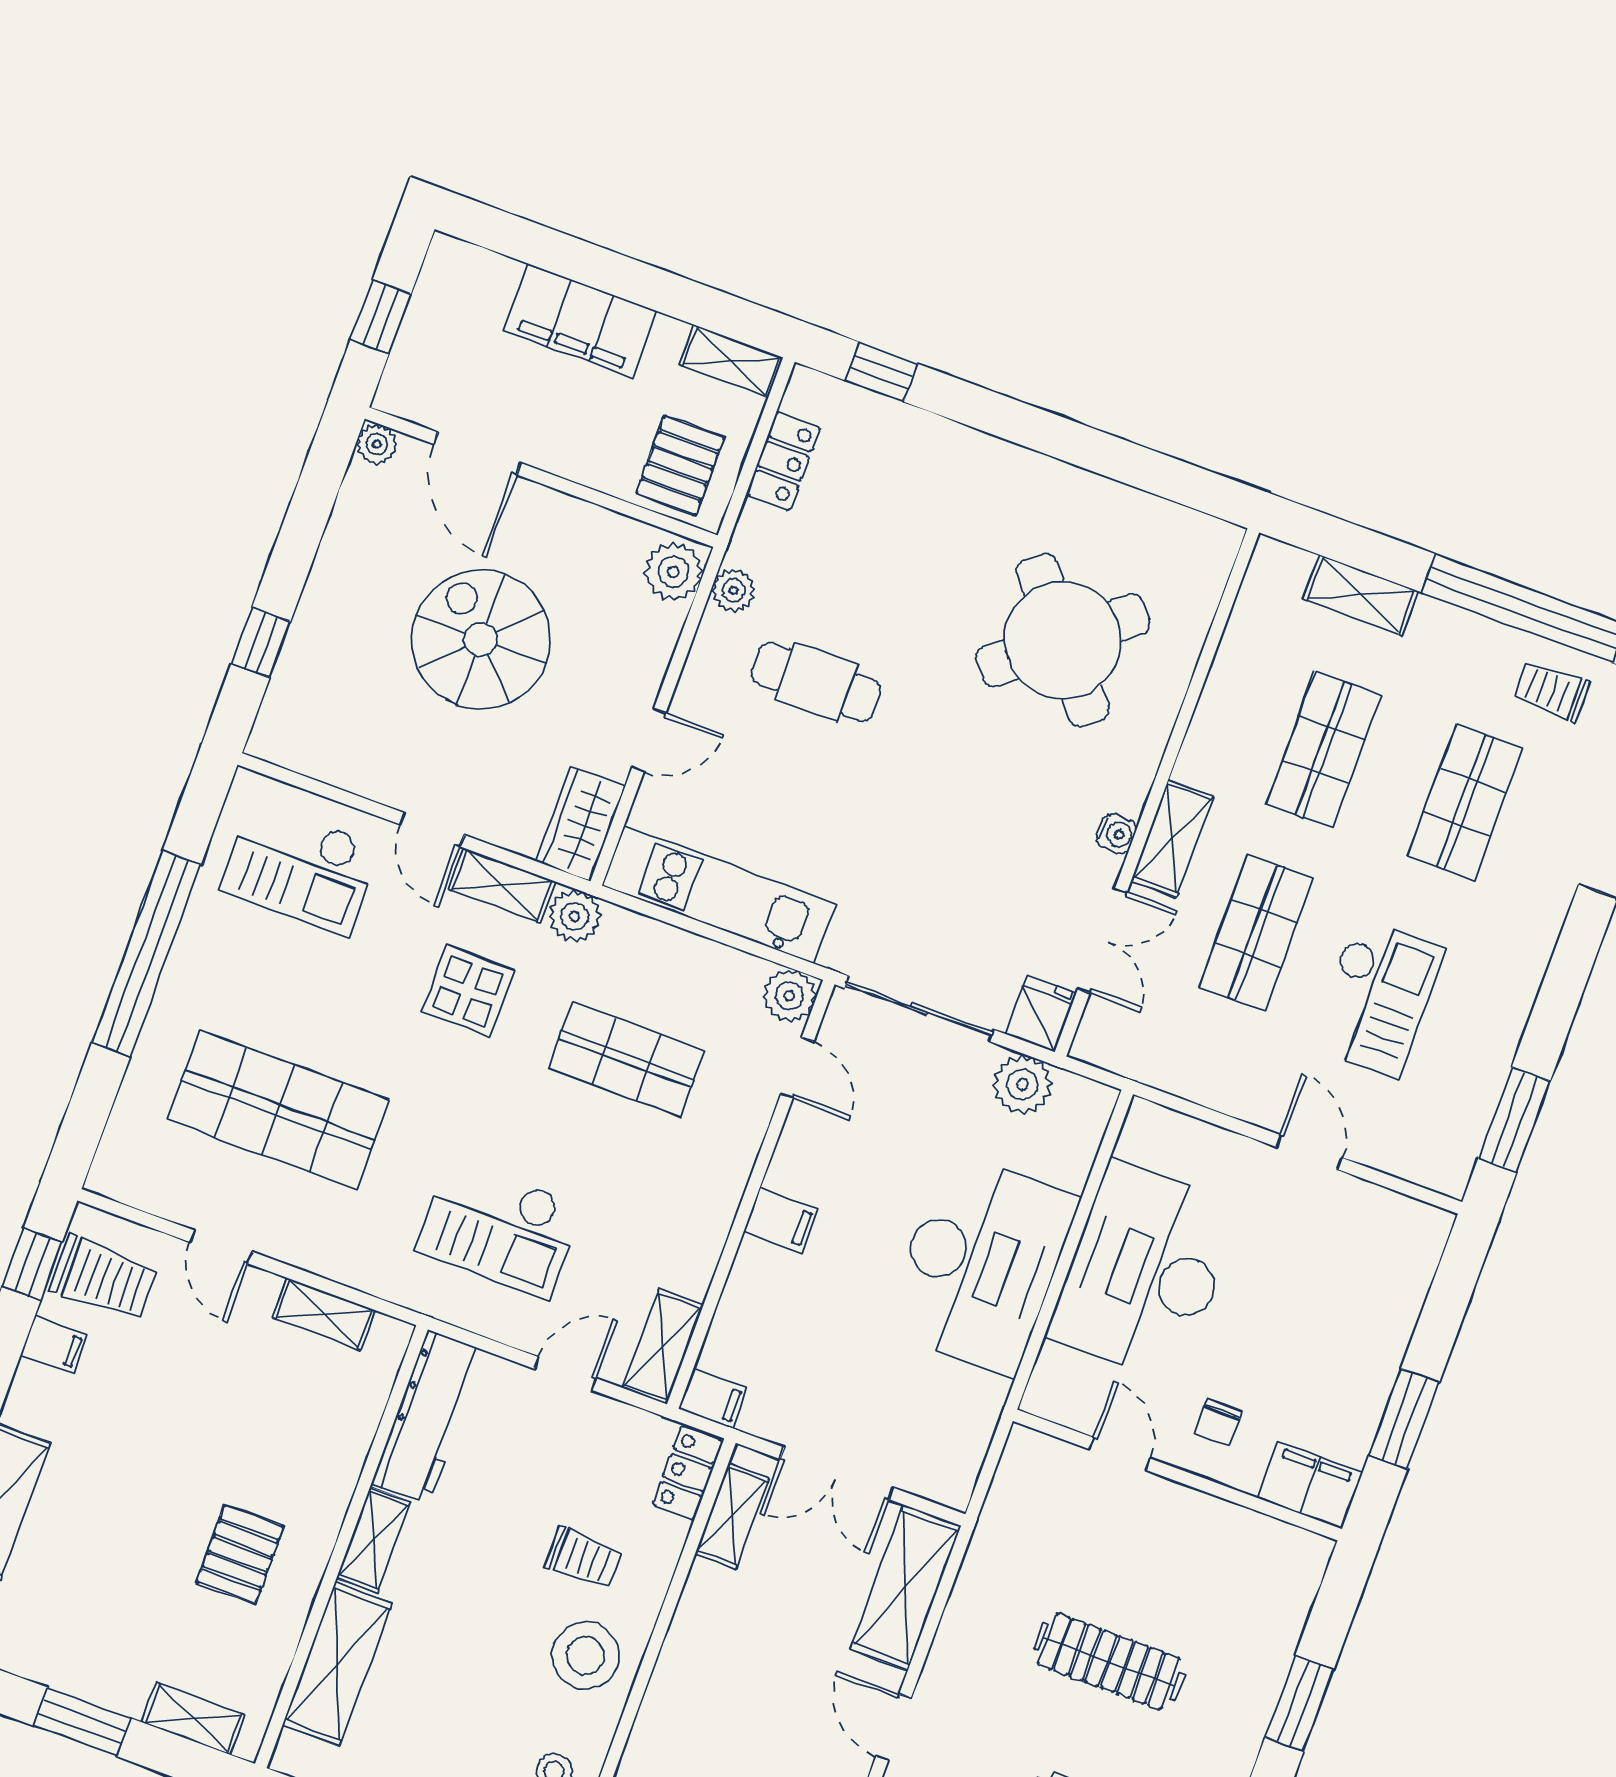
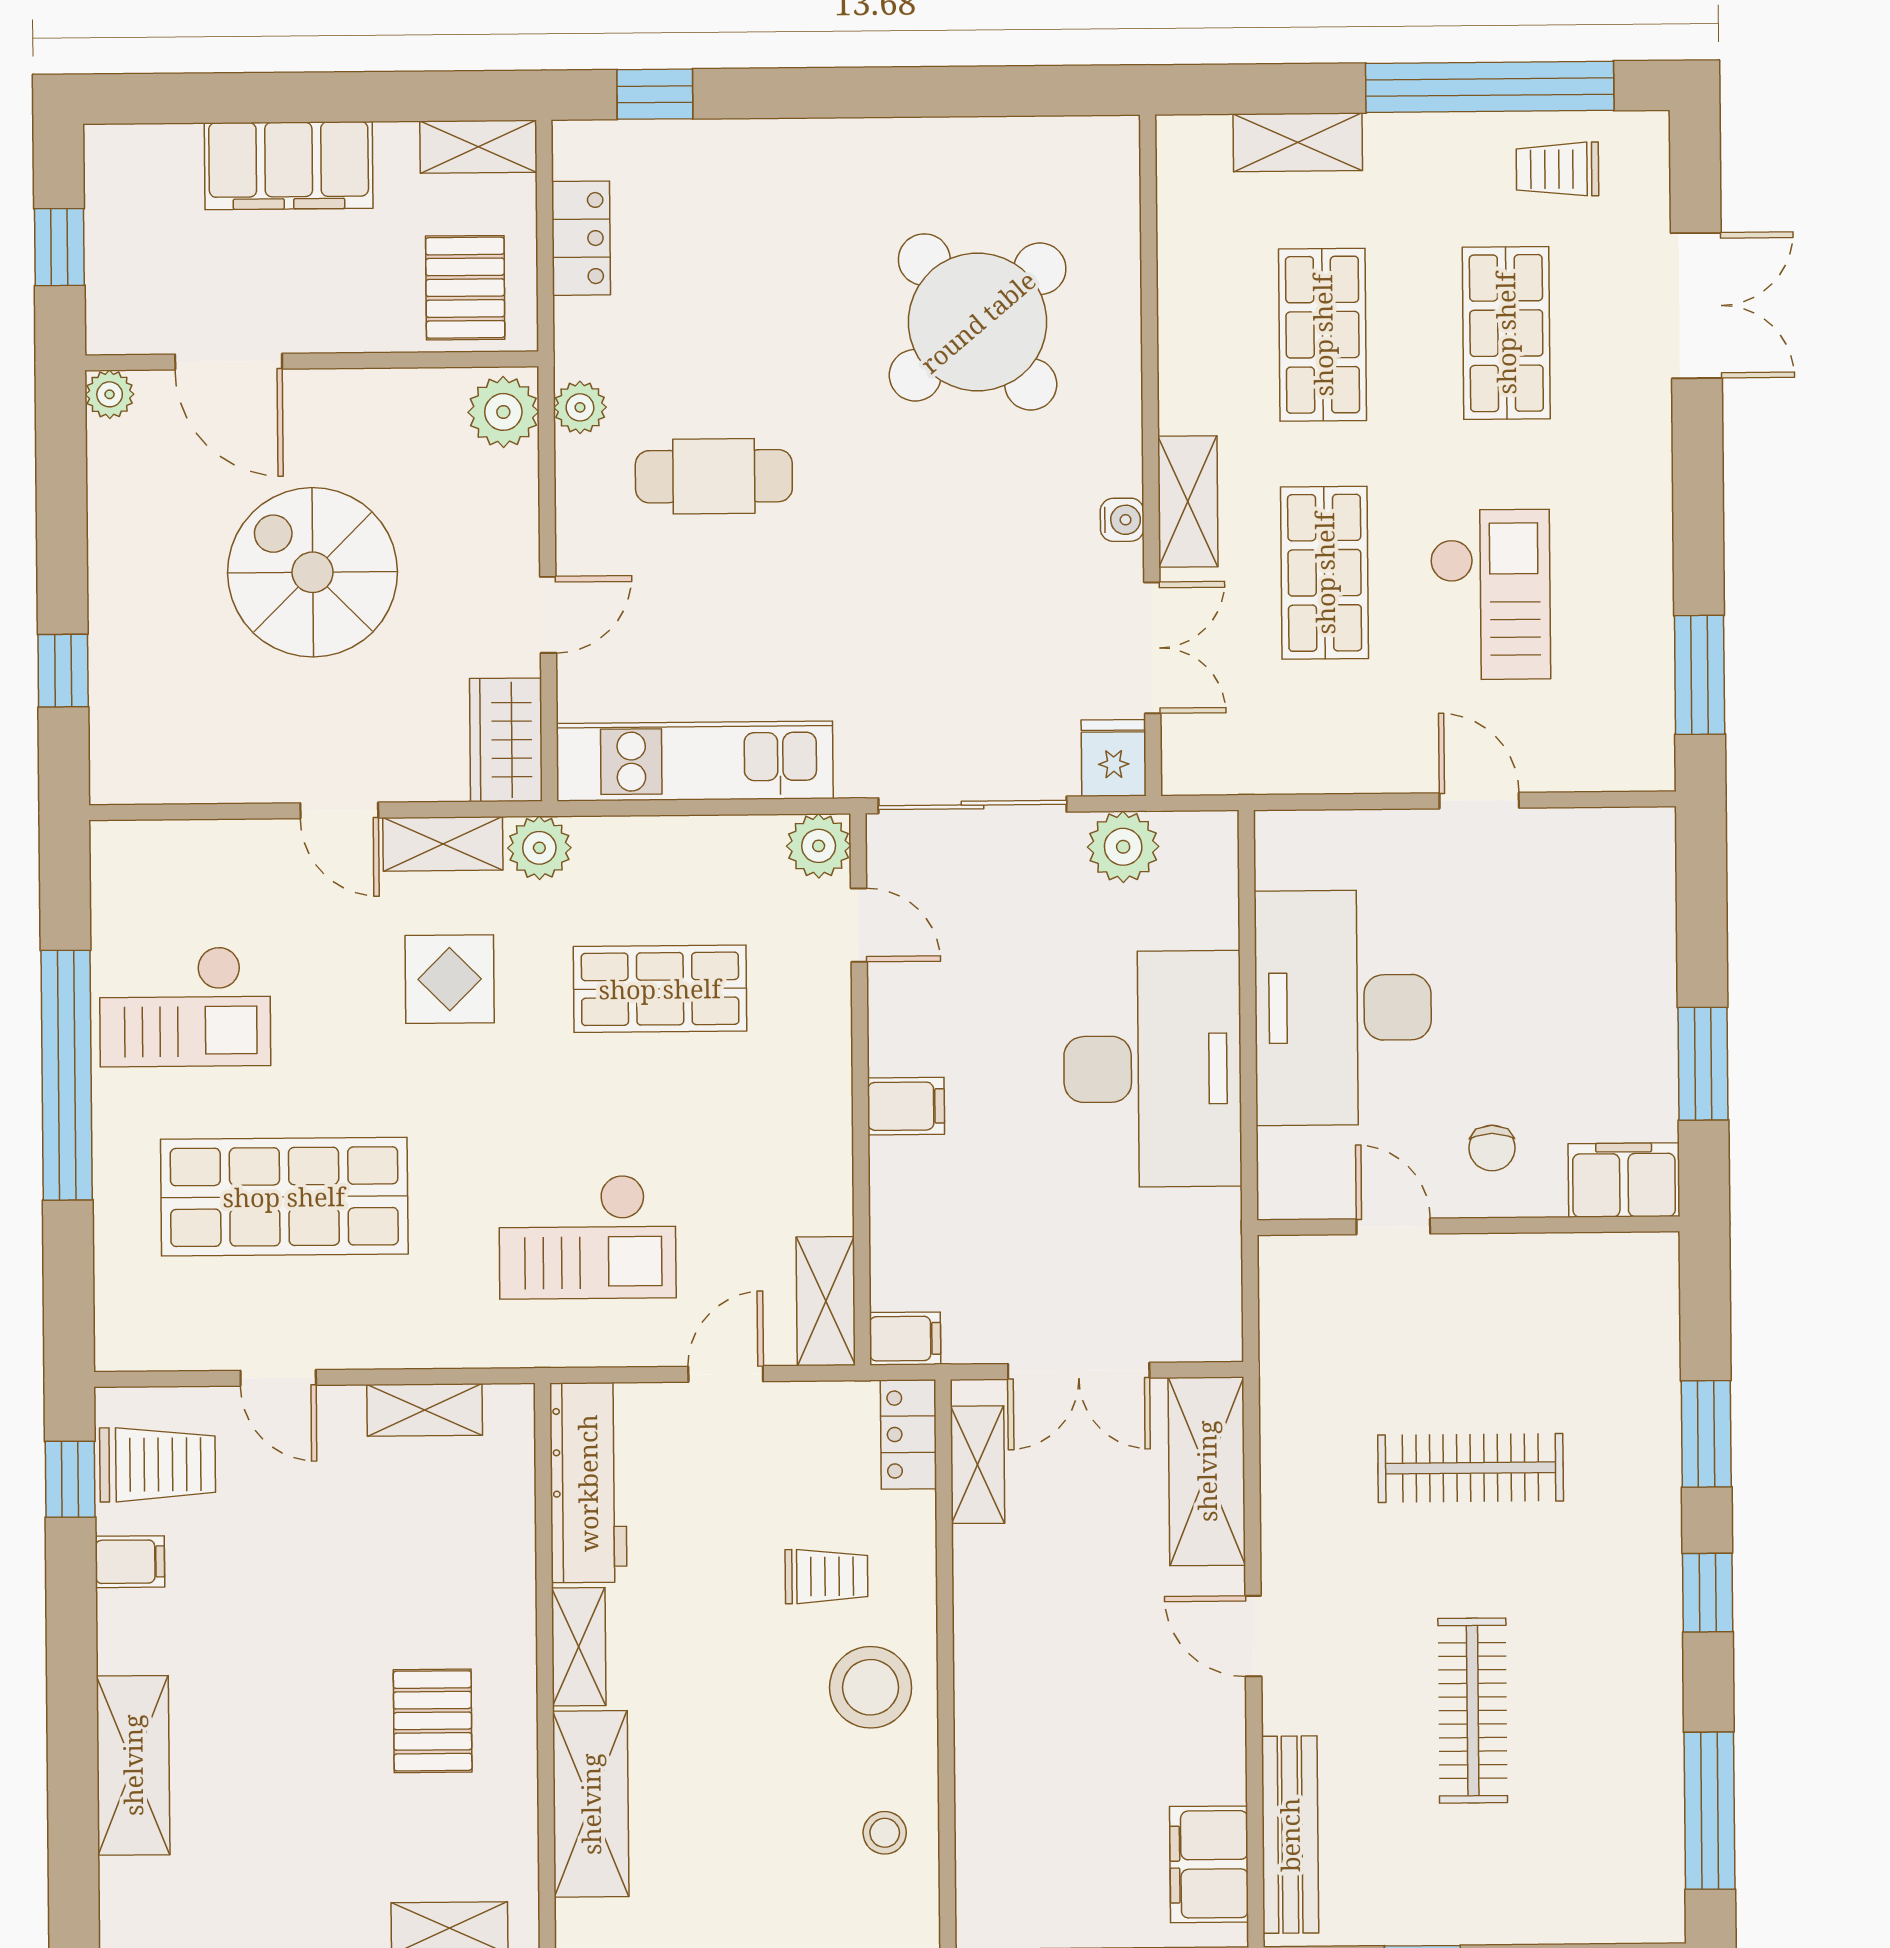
checkout: (300, 868) -> (185, 1006), moved

